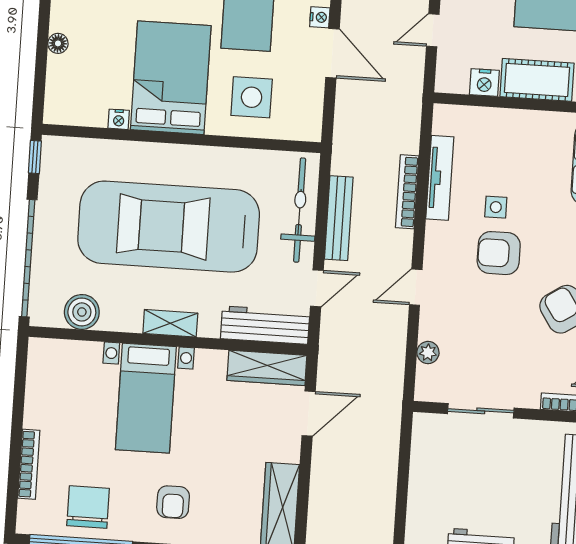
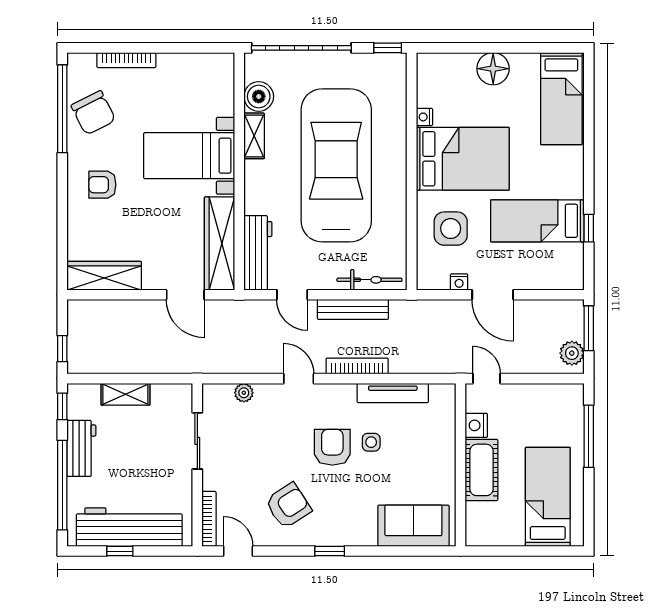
nightstand: (320, 17) -> (459, 282), moved
door: (433, 30) -> (486, 379), moved
floor lamp: (58, 43) -> (493, 69), width x1.89, depth x1.89
door: (333, 53) -> (493, 295), hinge flipped
bookcase: (407, 192) -> (357, 366), moved
bicycle: (300, 210) -> (369, 280), width x0.73, depth x0.71
shelving: (170, 323) -> (254, 136), moved
wardrobe: (267, 368) -> (219, 243), width x1.40, depth x1.17
shelving: (421, 491) -> (125, 394), added
chair: (88, 507) -> (93, 113), turned 63

